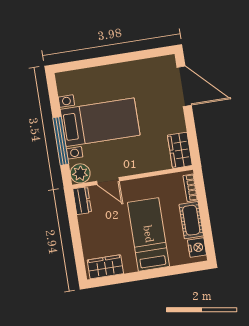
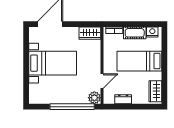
bed with nightstands: (100, 122) -> (53, 63), moved, turned 90
window: (61, 141) -> (72, 107), width x1.46
dresser: (82, 201) -> (123, 99), moved

